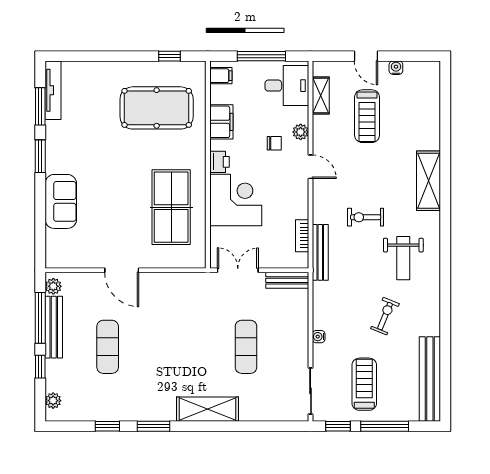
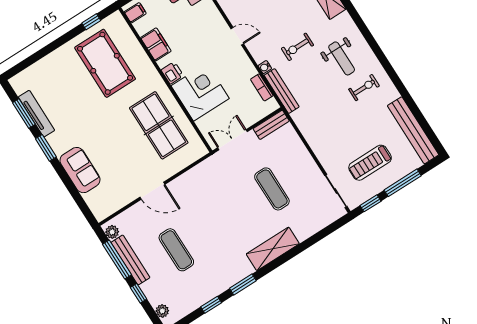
tv unit: (53, 90) -> (36, 114), moved
pool table: (157, 108) -> (105, 63), turned 90
plant: (301, 132) -> (215, 16), removed
chair: (274, 143) -> (202, 36), removed
exercise bike: (385, 316) -> (364, 88), moved, turned 68
water cooler: (319, 337) -> (265, 67), moved
treadmill: (364, 384) -> (370, 163), turned -90

